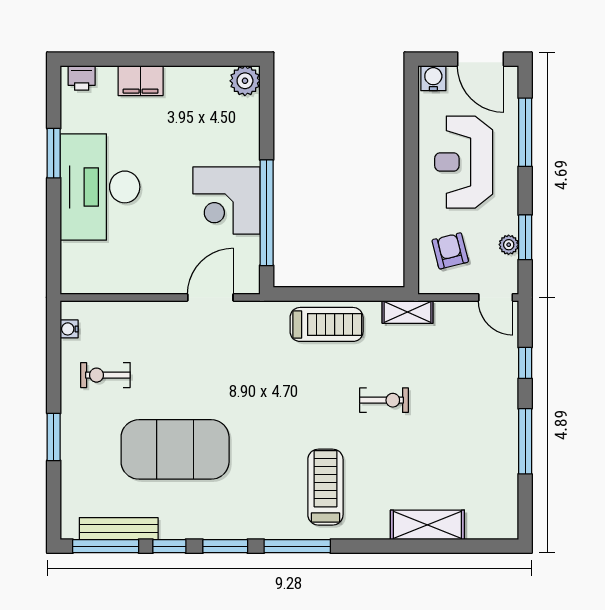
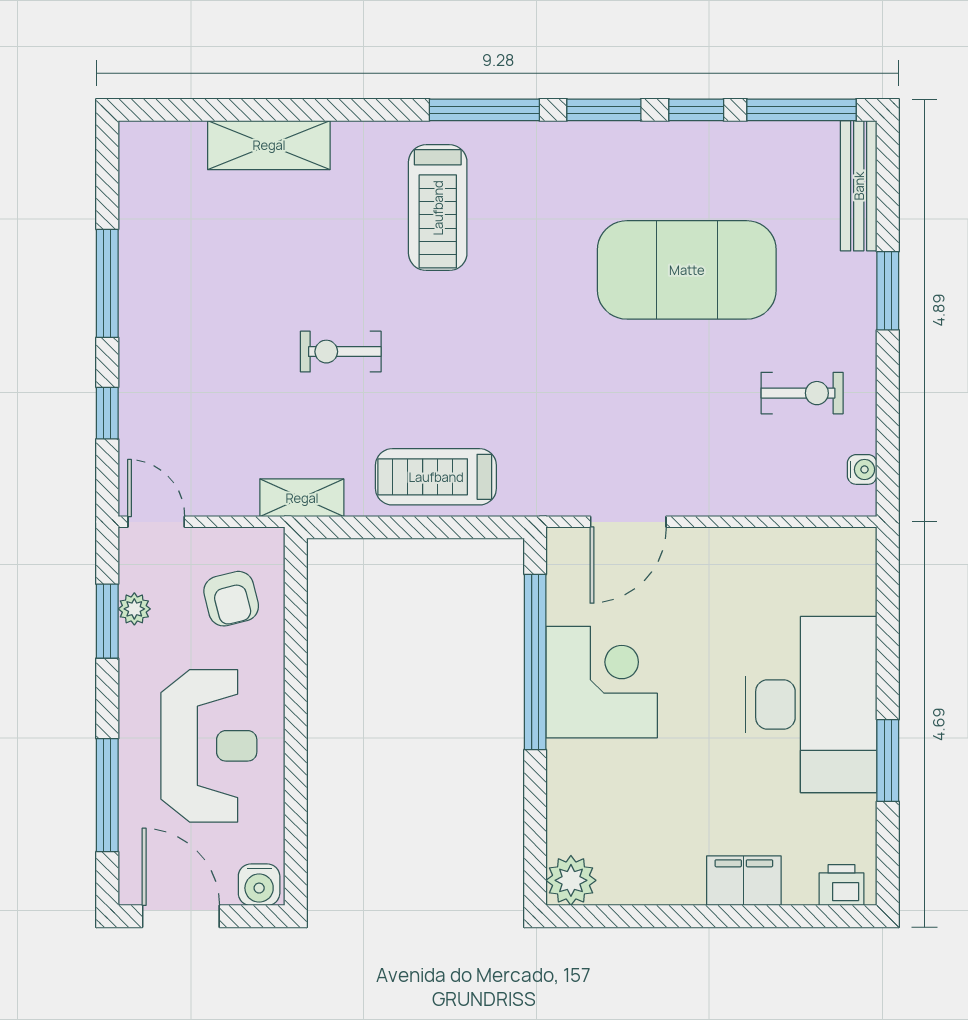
bench: (119, 529) -> (859, 186), moved, turned 90

